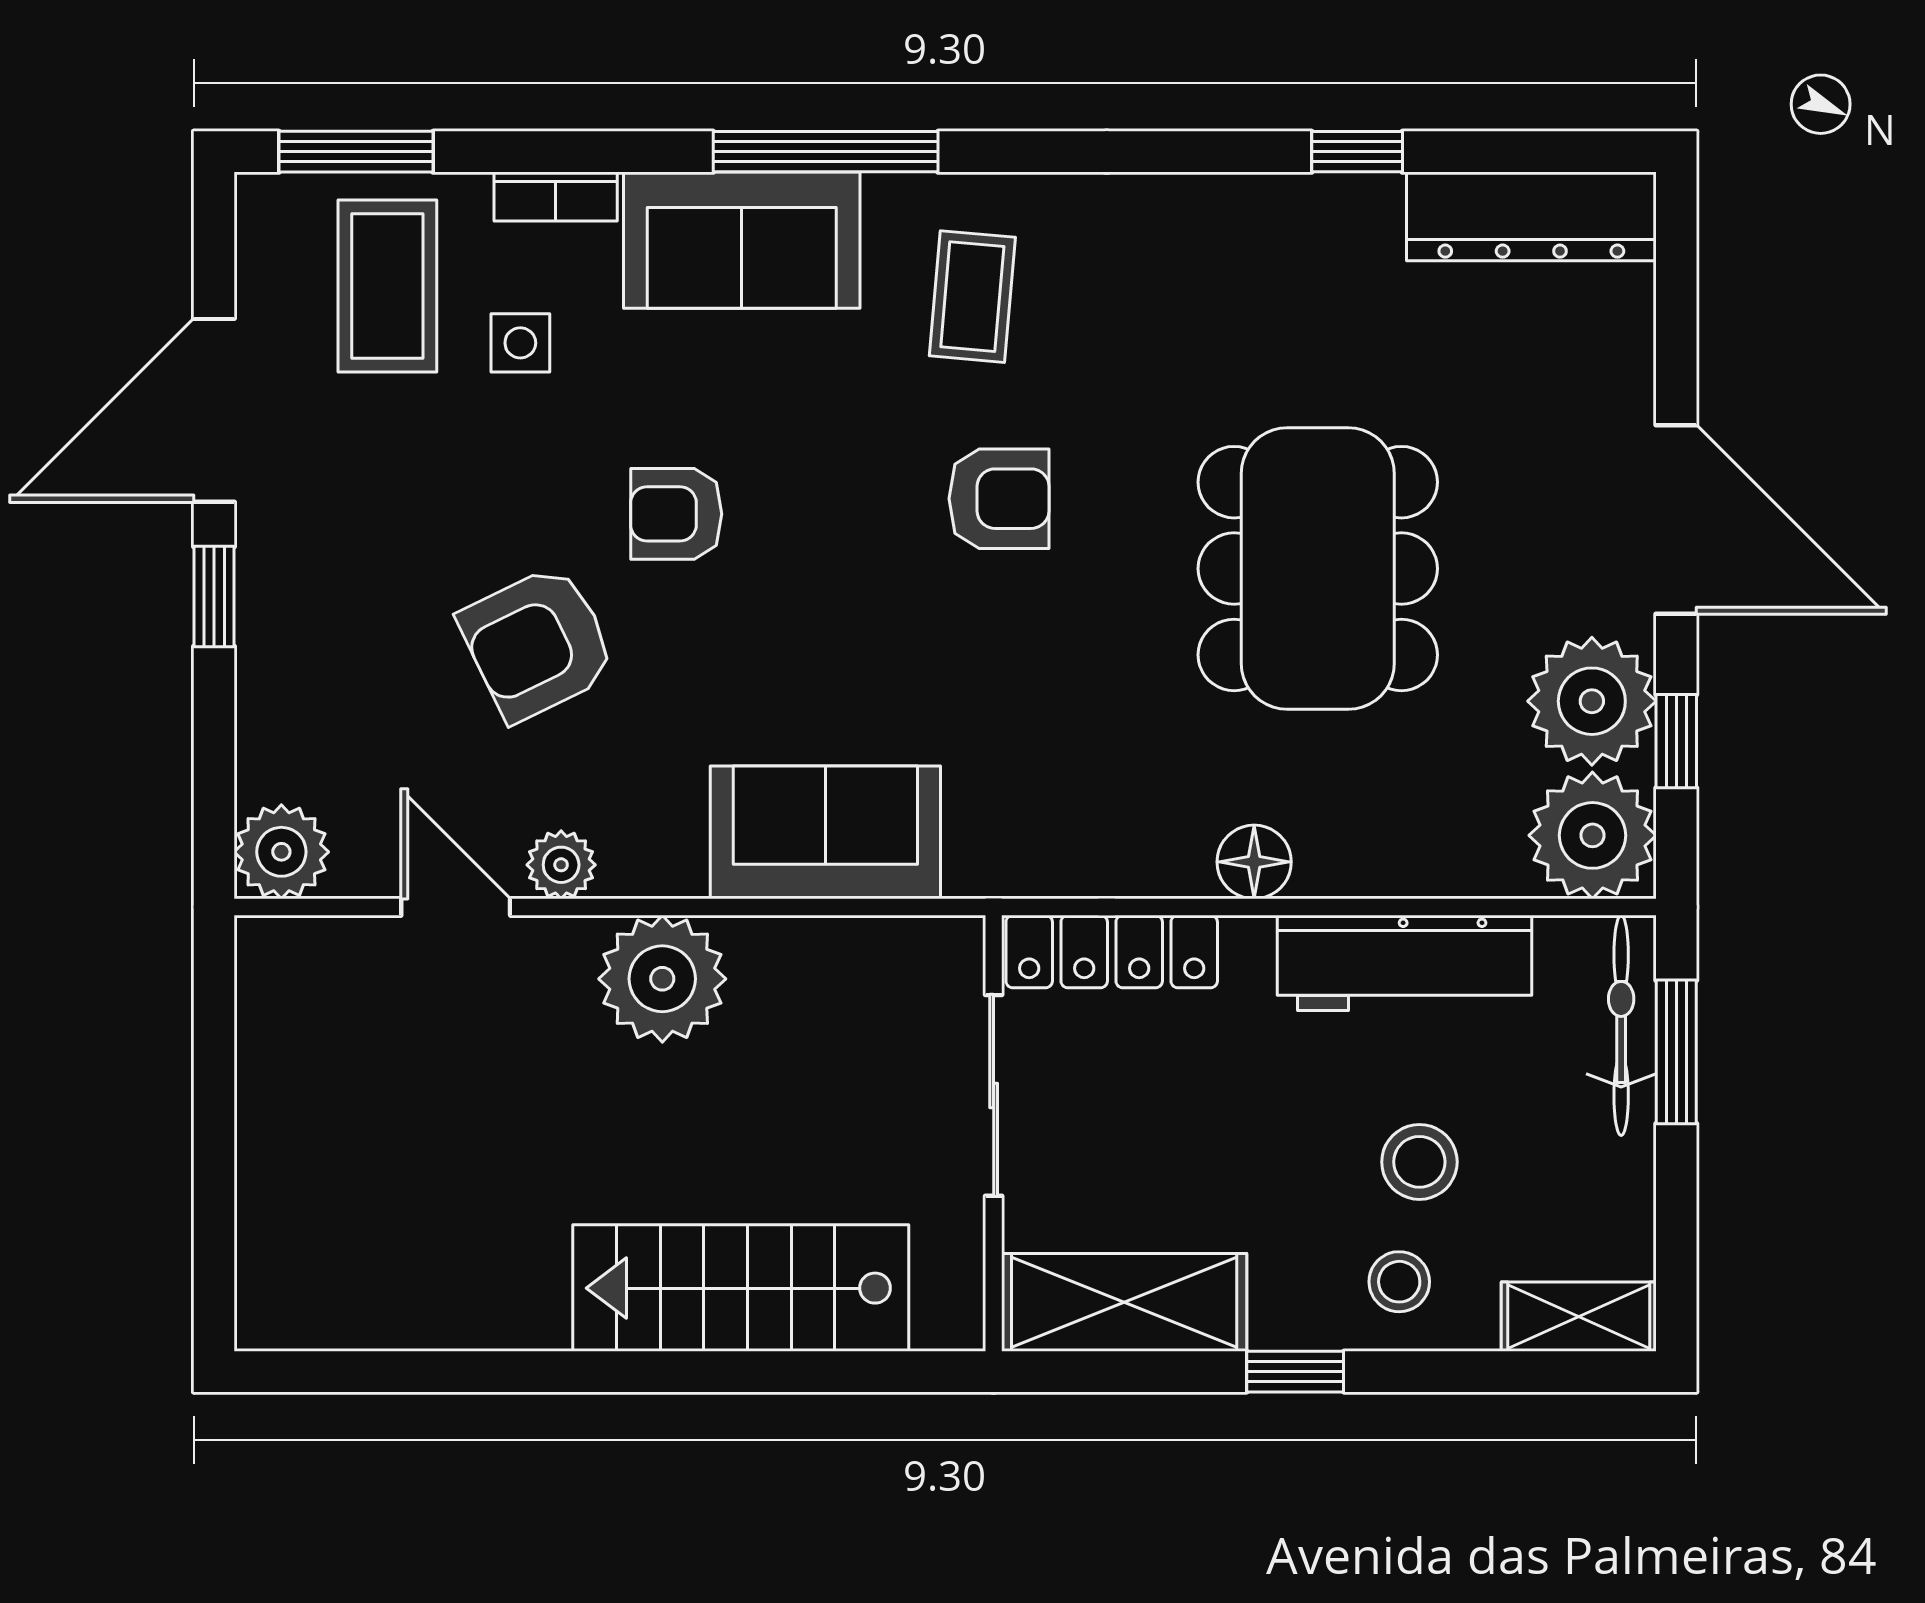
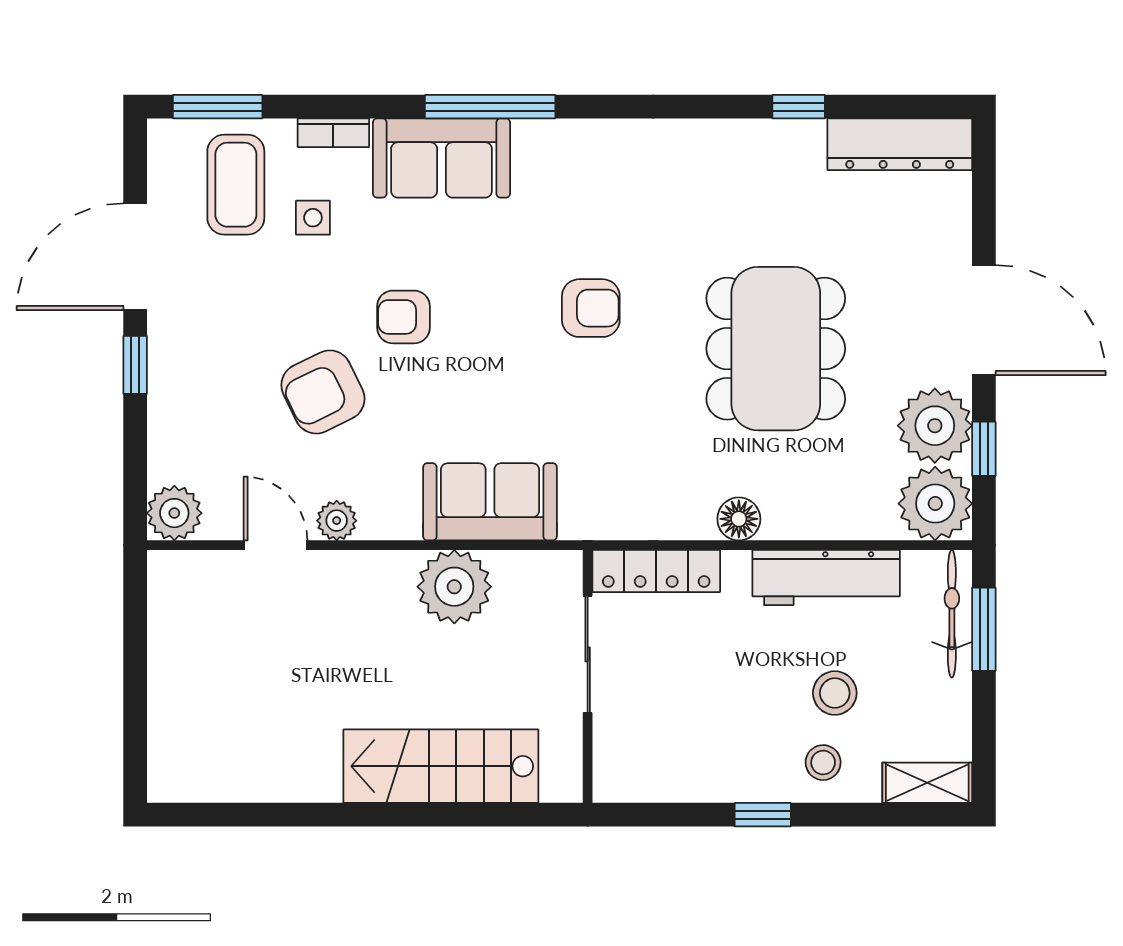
coffee table: (972, 297) -> (575, 191), removed
plant: (662, 979) -> (454, 587), moved
shelving: (1124, 1302) -> (663, 775), removed

